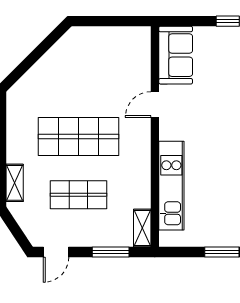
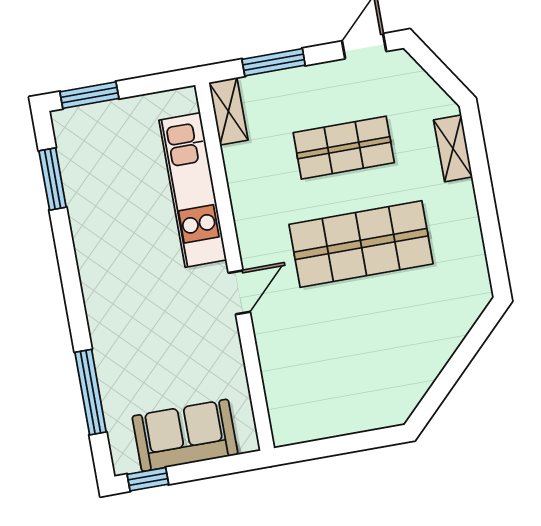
sofa: (176, 55) -> (185, 435), moved, turned 90
door: (155, 105) -> (239, 292), moved

